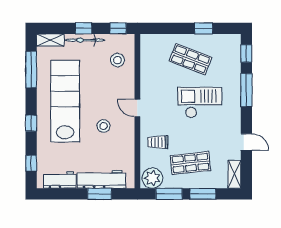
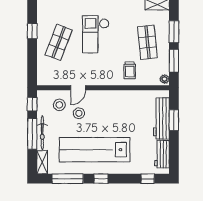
window: (84, 28) -> (32, 134), width x2.17
door: (137, 108) -> (78, 88), moved
window: (31, 123) -> (101, 179), moved
stool: (103, 126) -> (79, 113), moved
plant: (152, 178) -> (164, 79), width x0.53, depth x0.53

